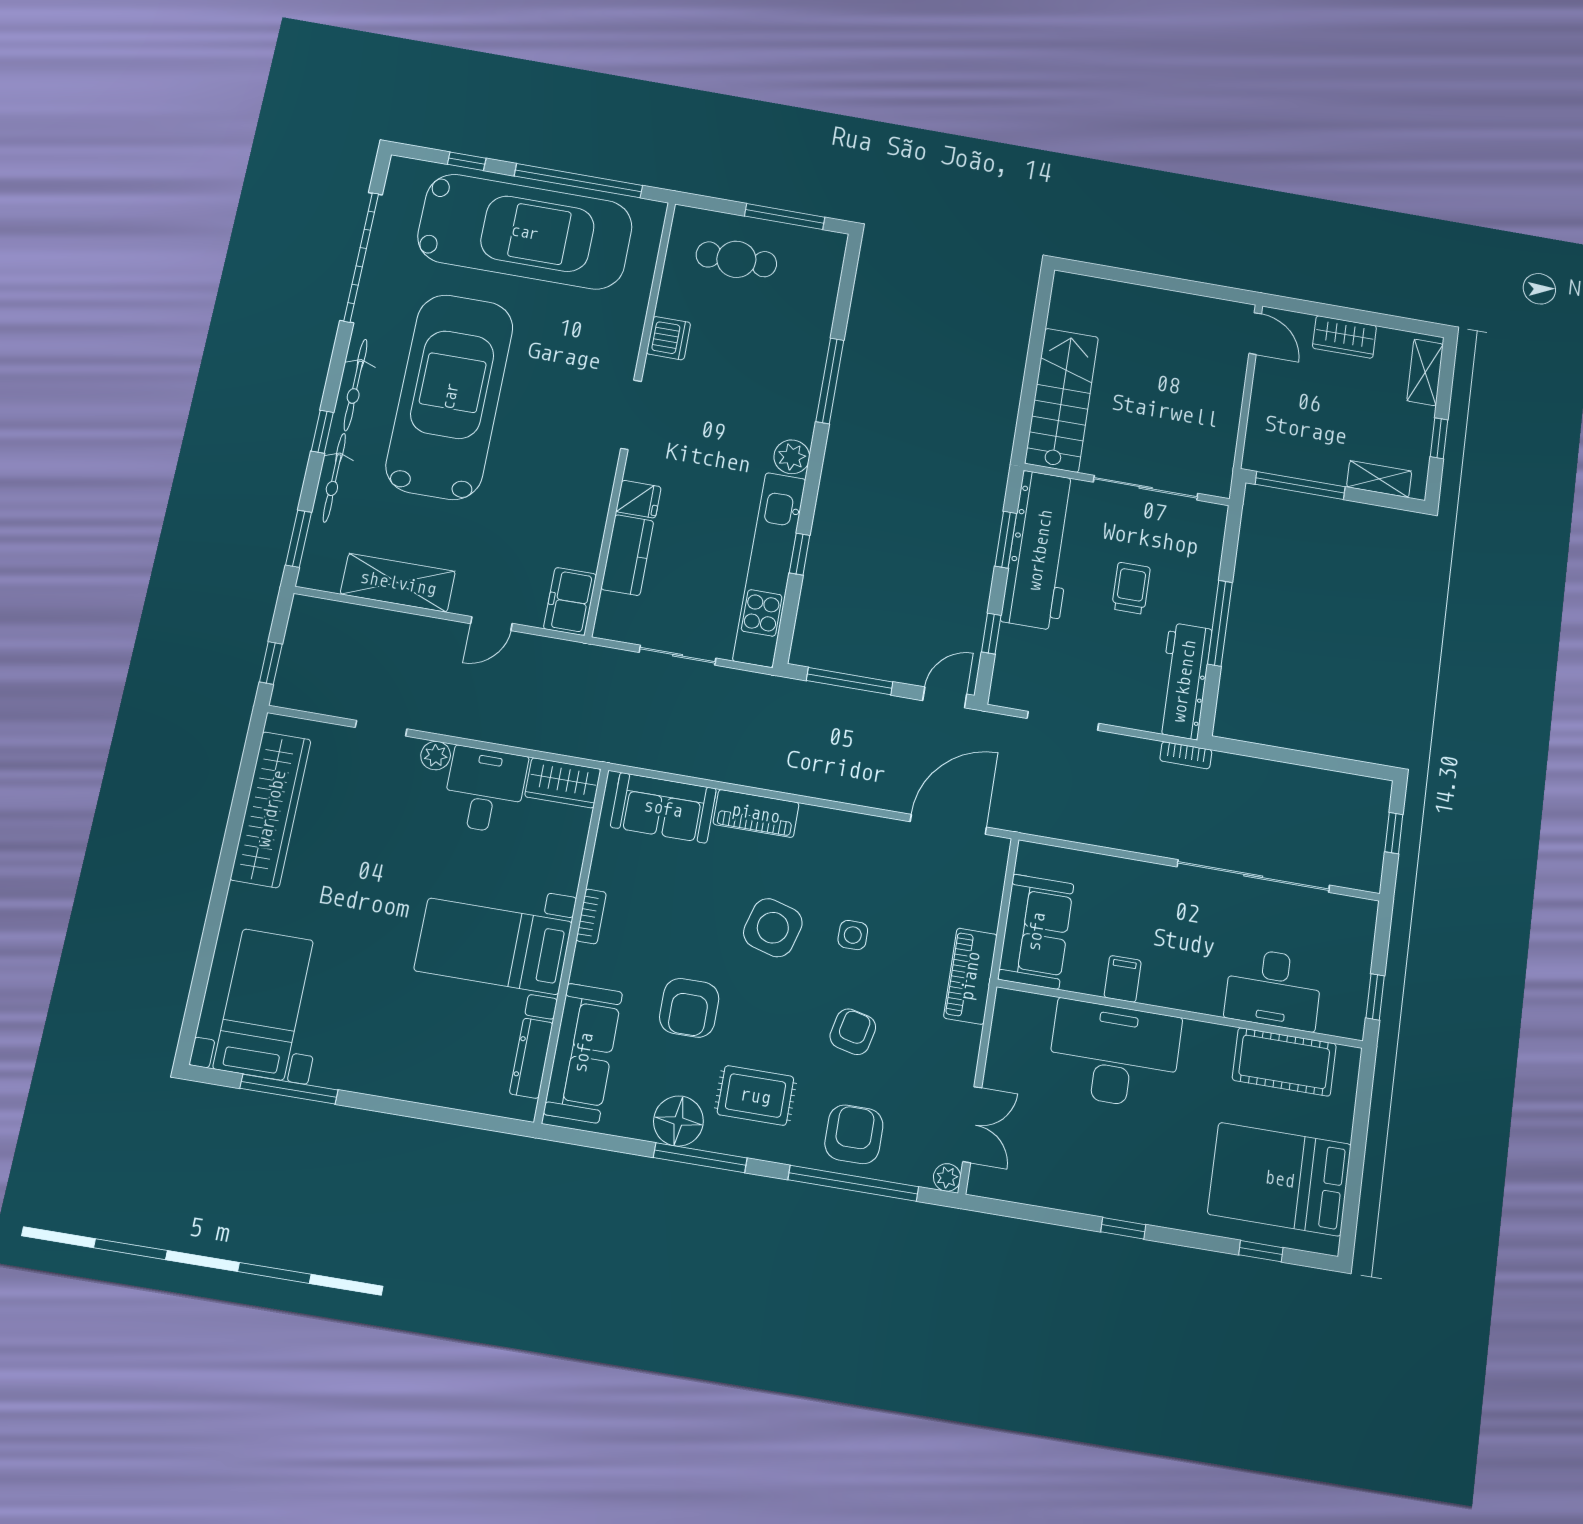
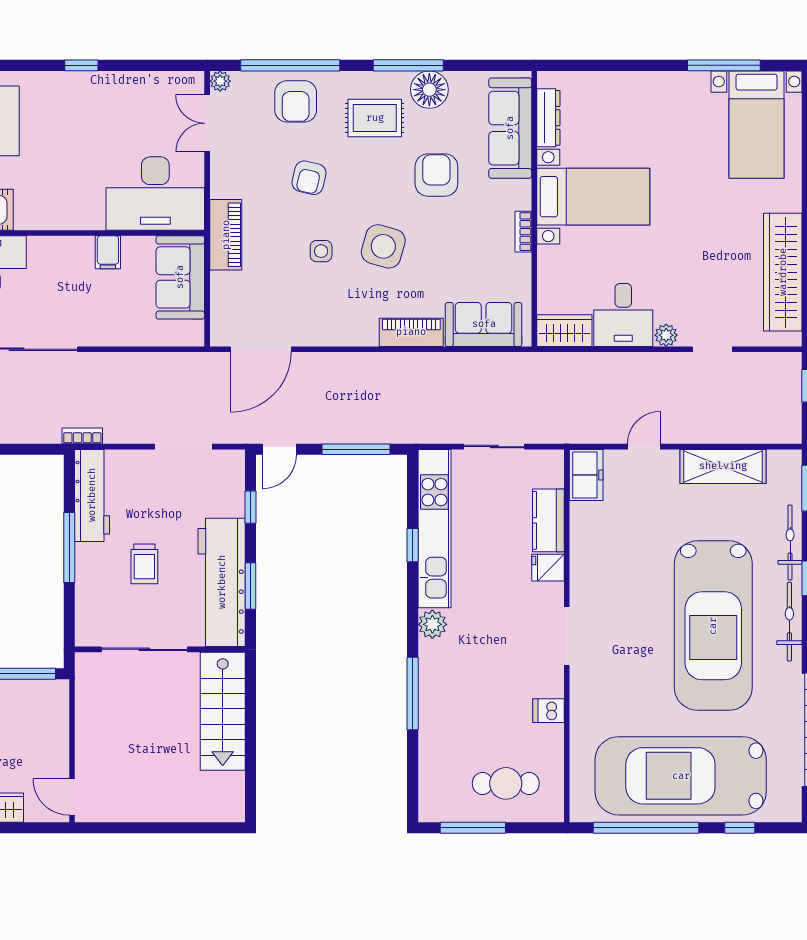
dishwasher: (668, 338) -> (549, 711), width x0.73
desk: (1114, 1055) -> (155, 194), moved

